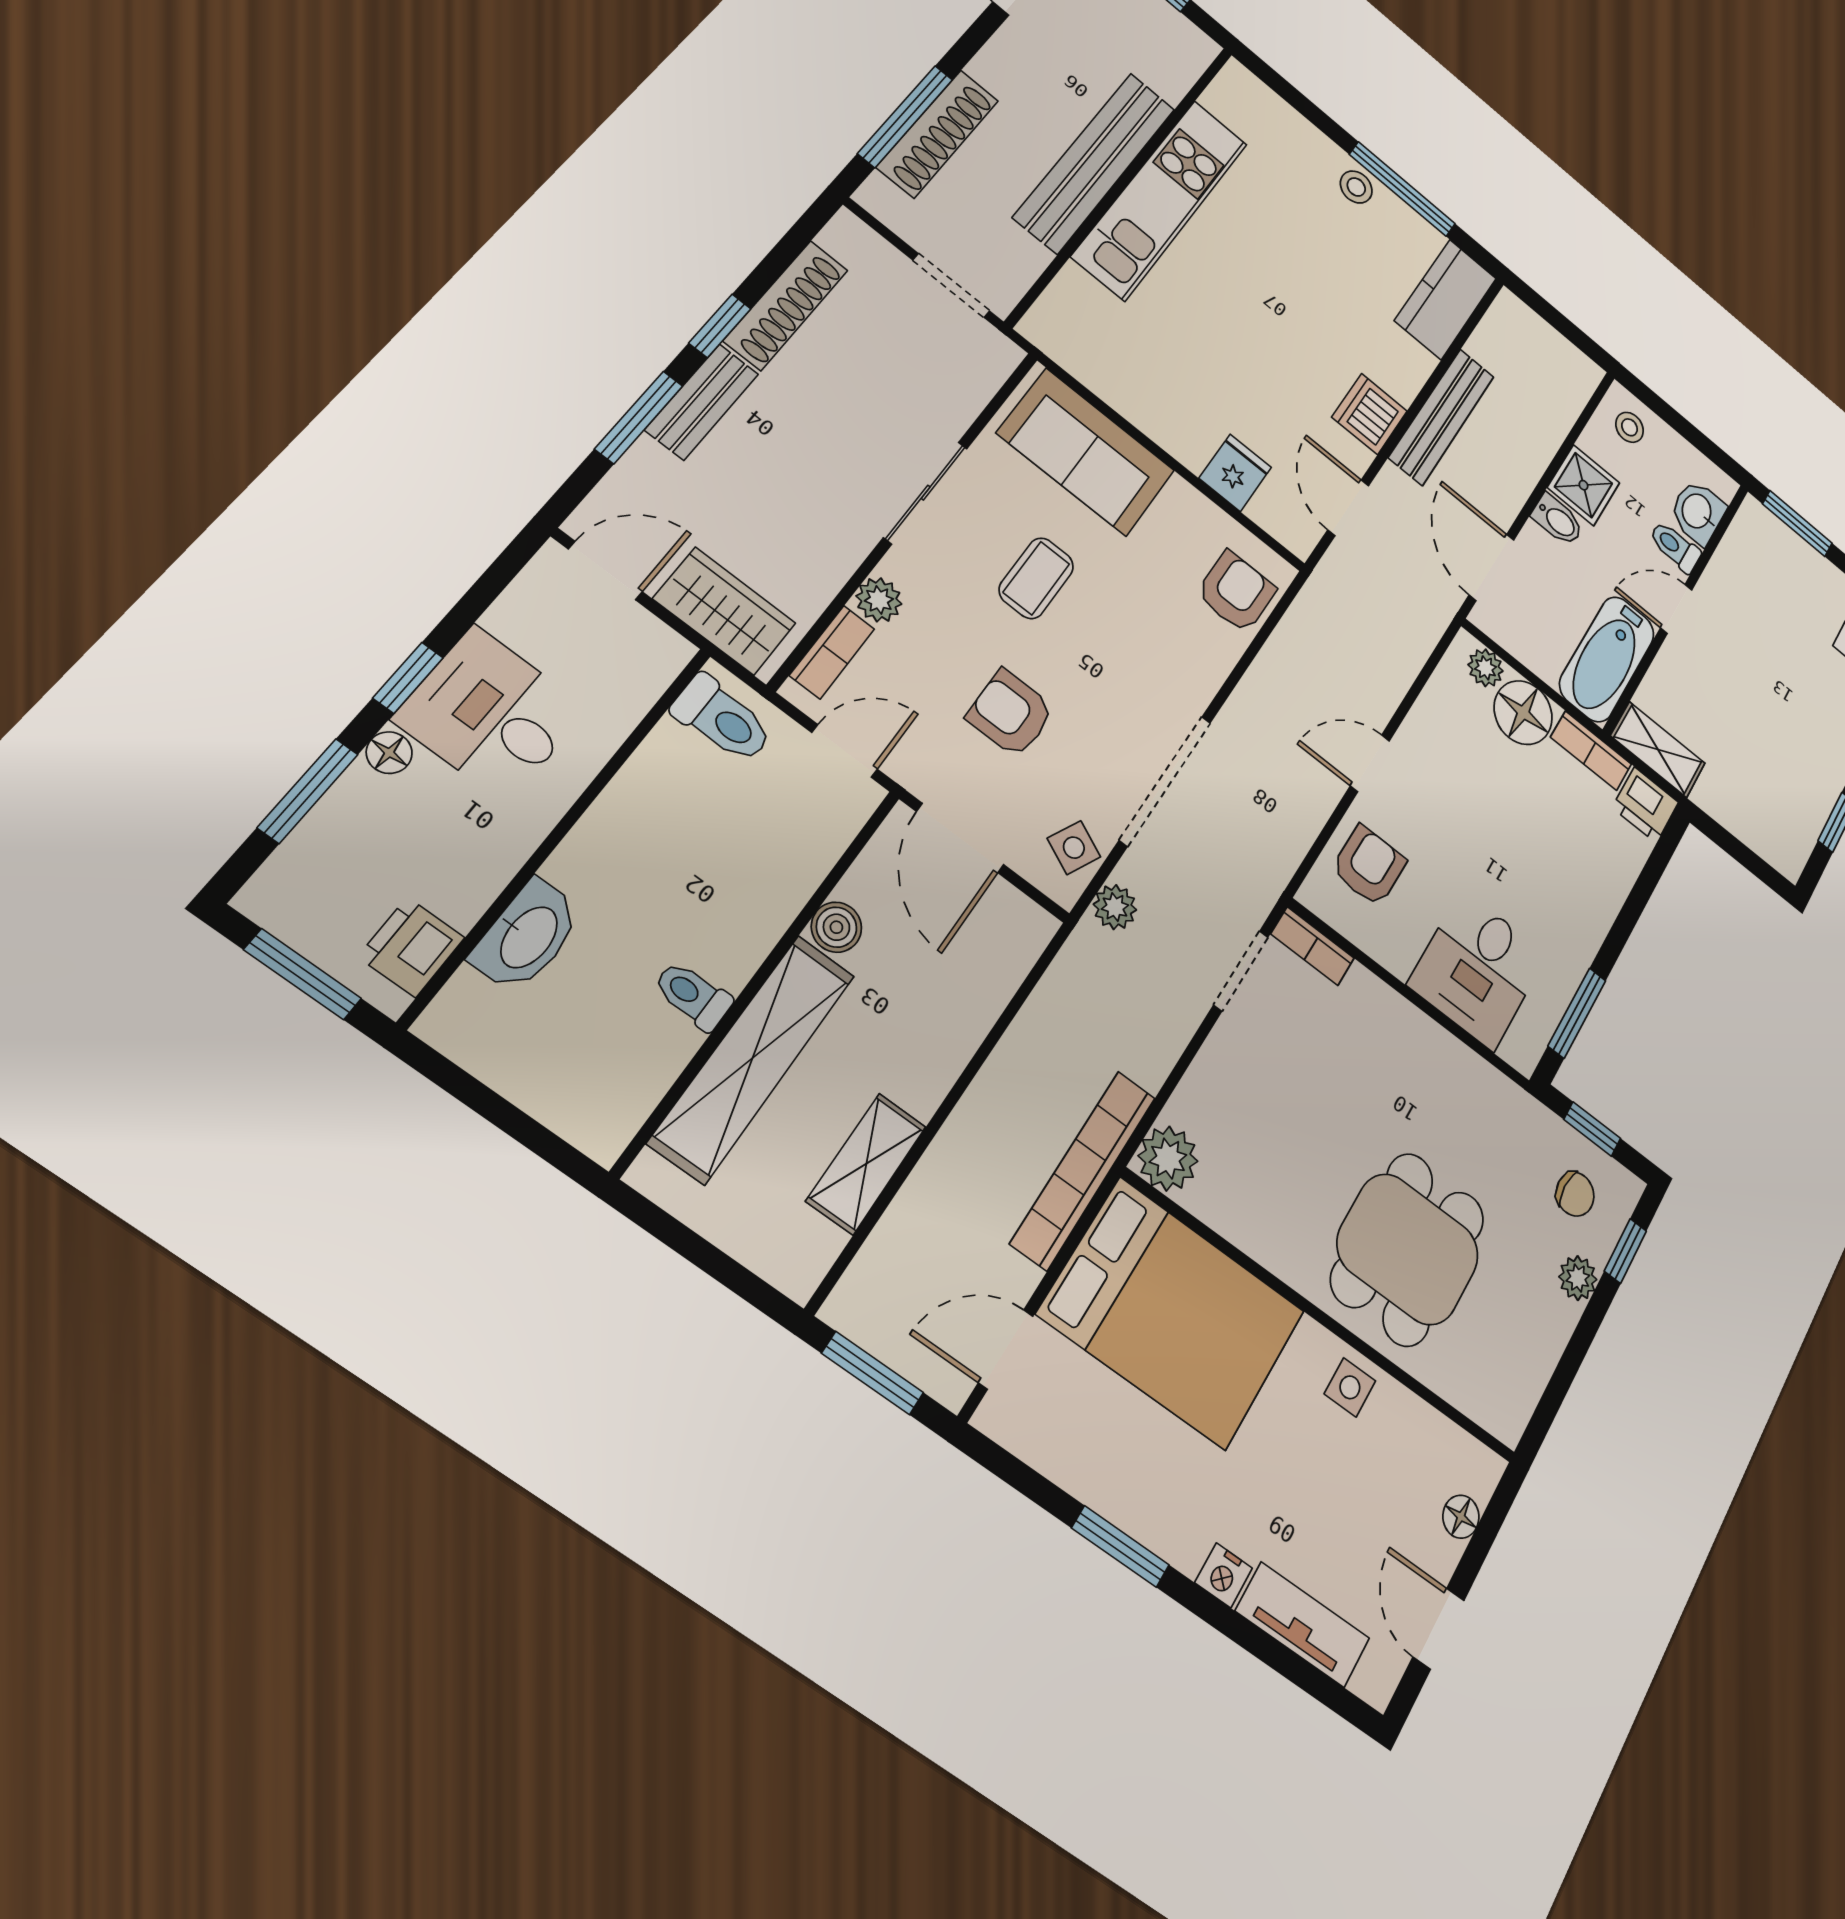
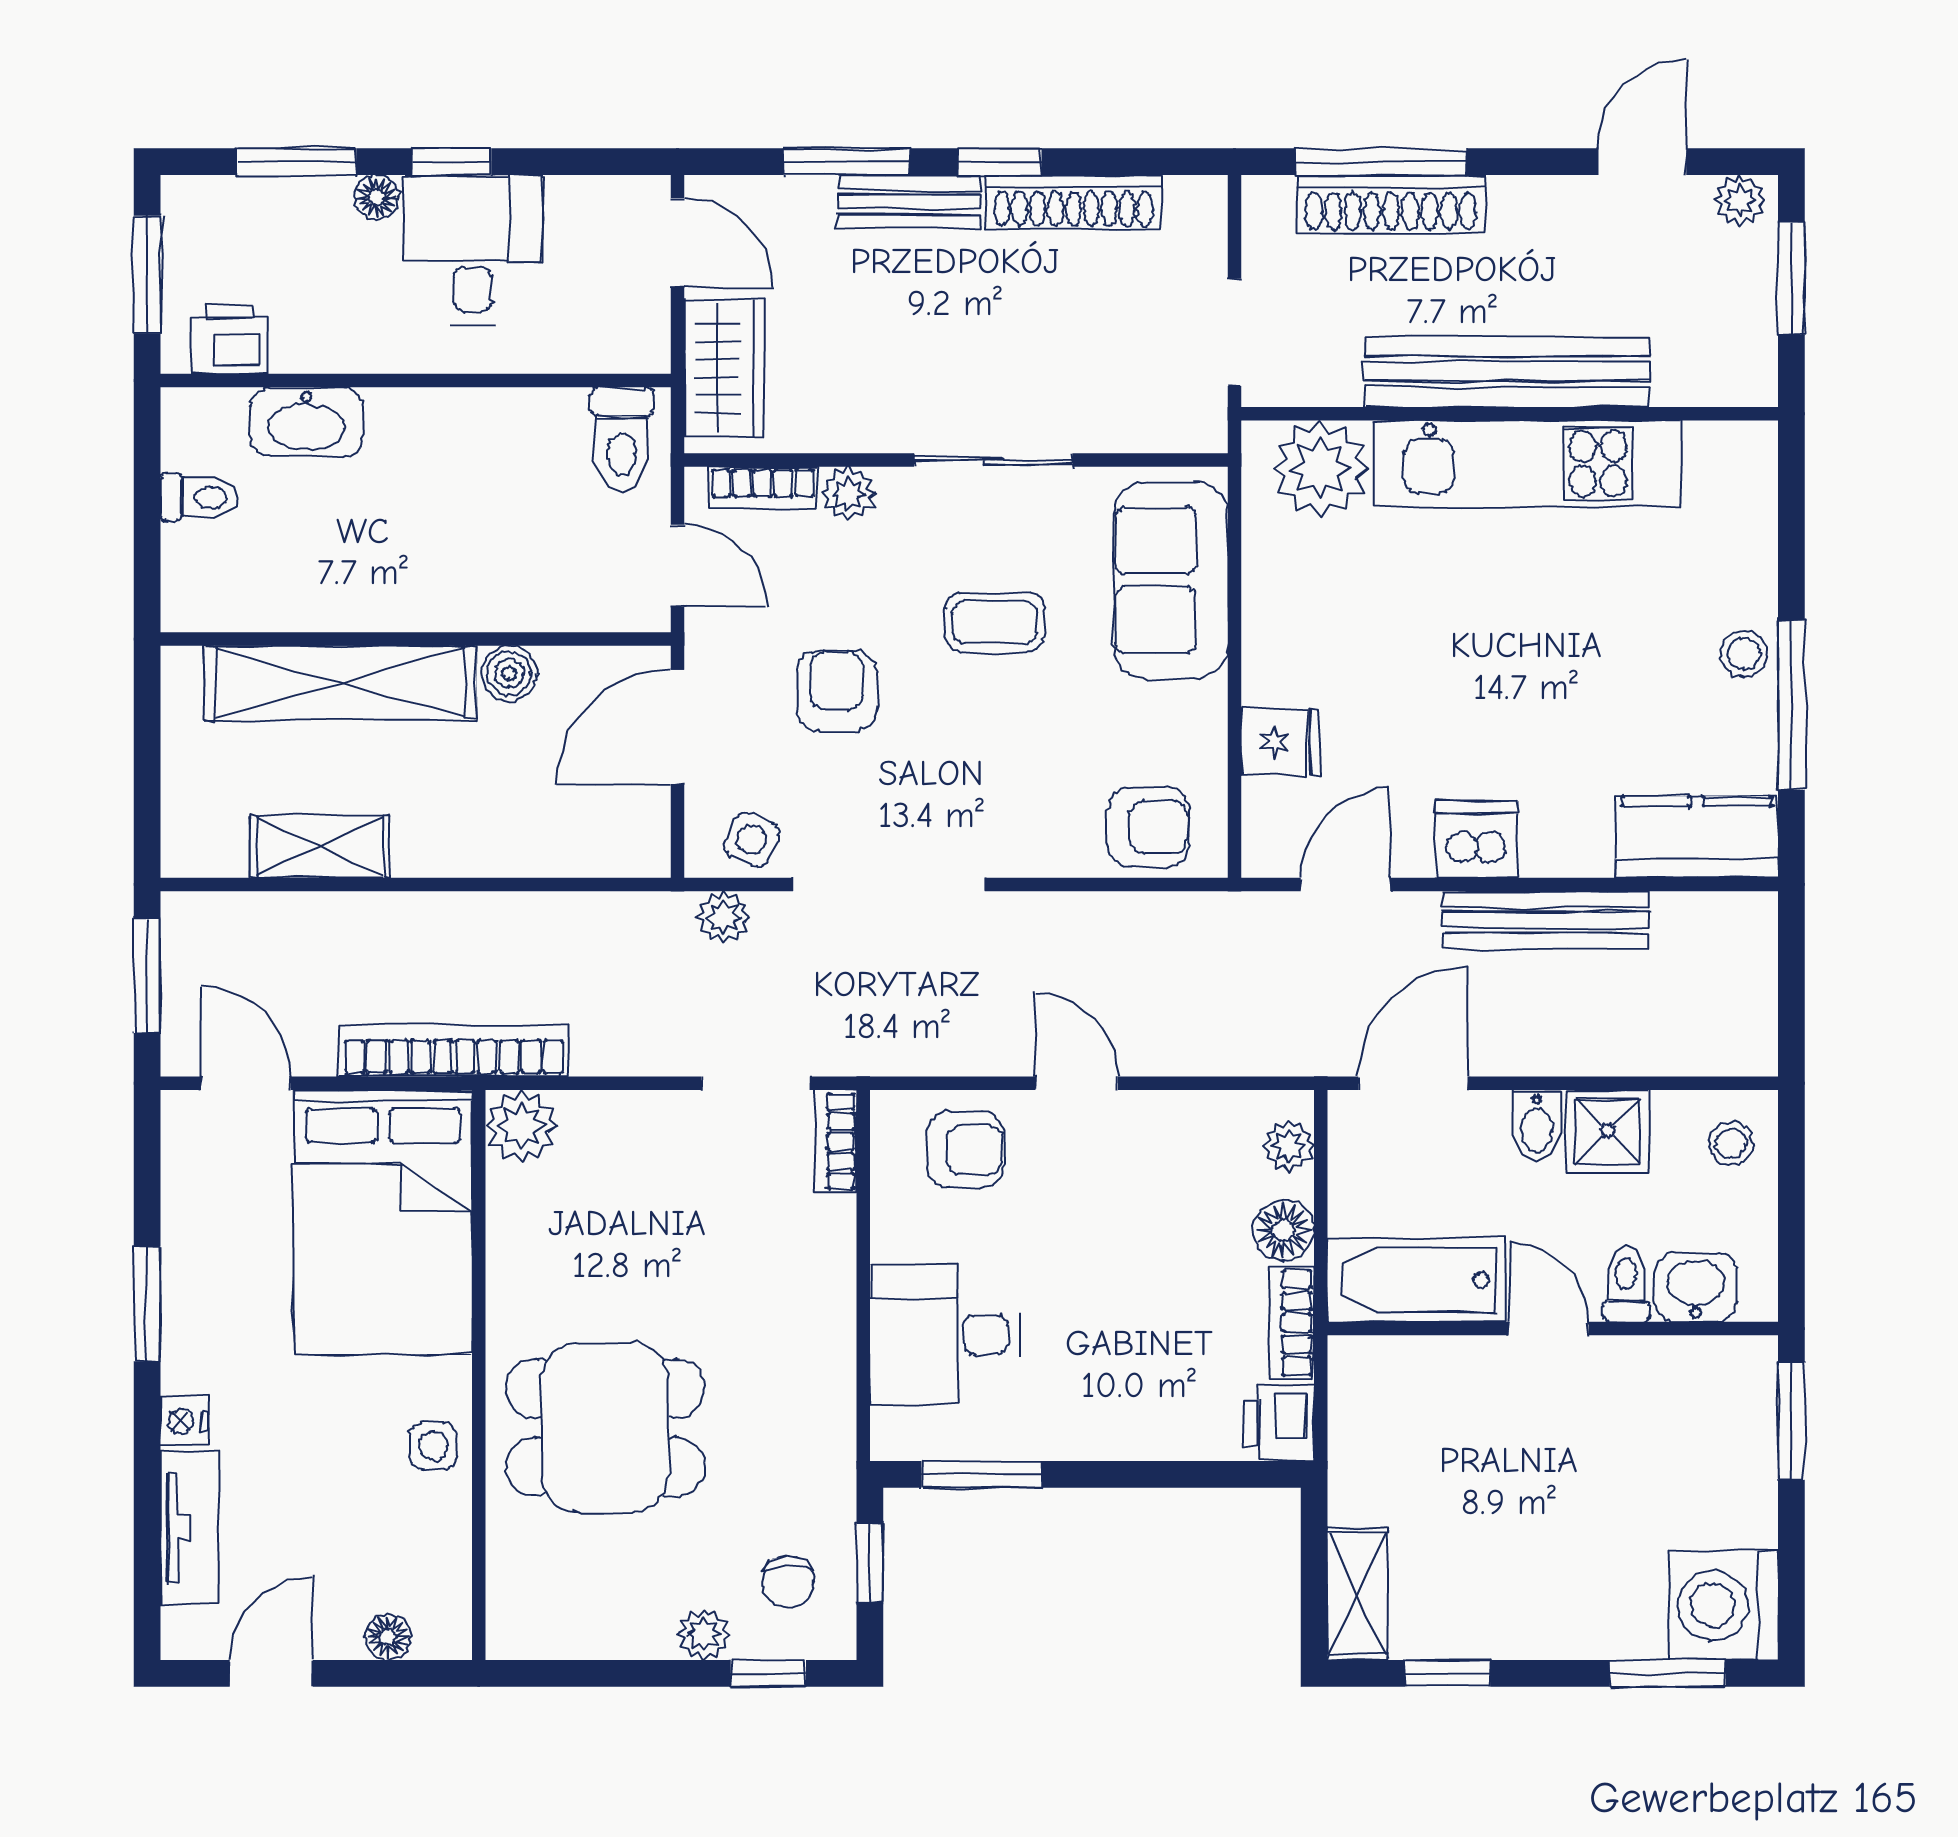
plant: (1078, 311) -> (1320, 468), added
floor lamp: (1523, 713) -> (1283, 1230), width x0.73, depth x0.73
shelving: (1658, 750) -> (1357, 1594), moved
toilet: (693, 995) -> (200, 497), moved, turned 90

